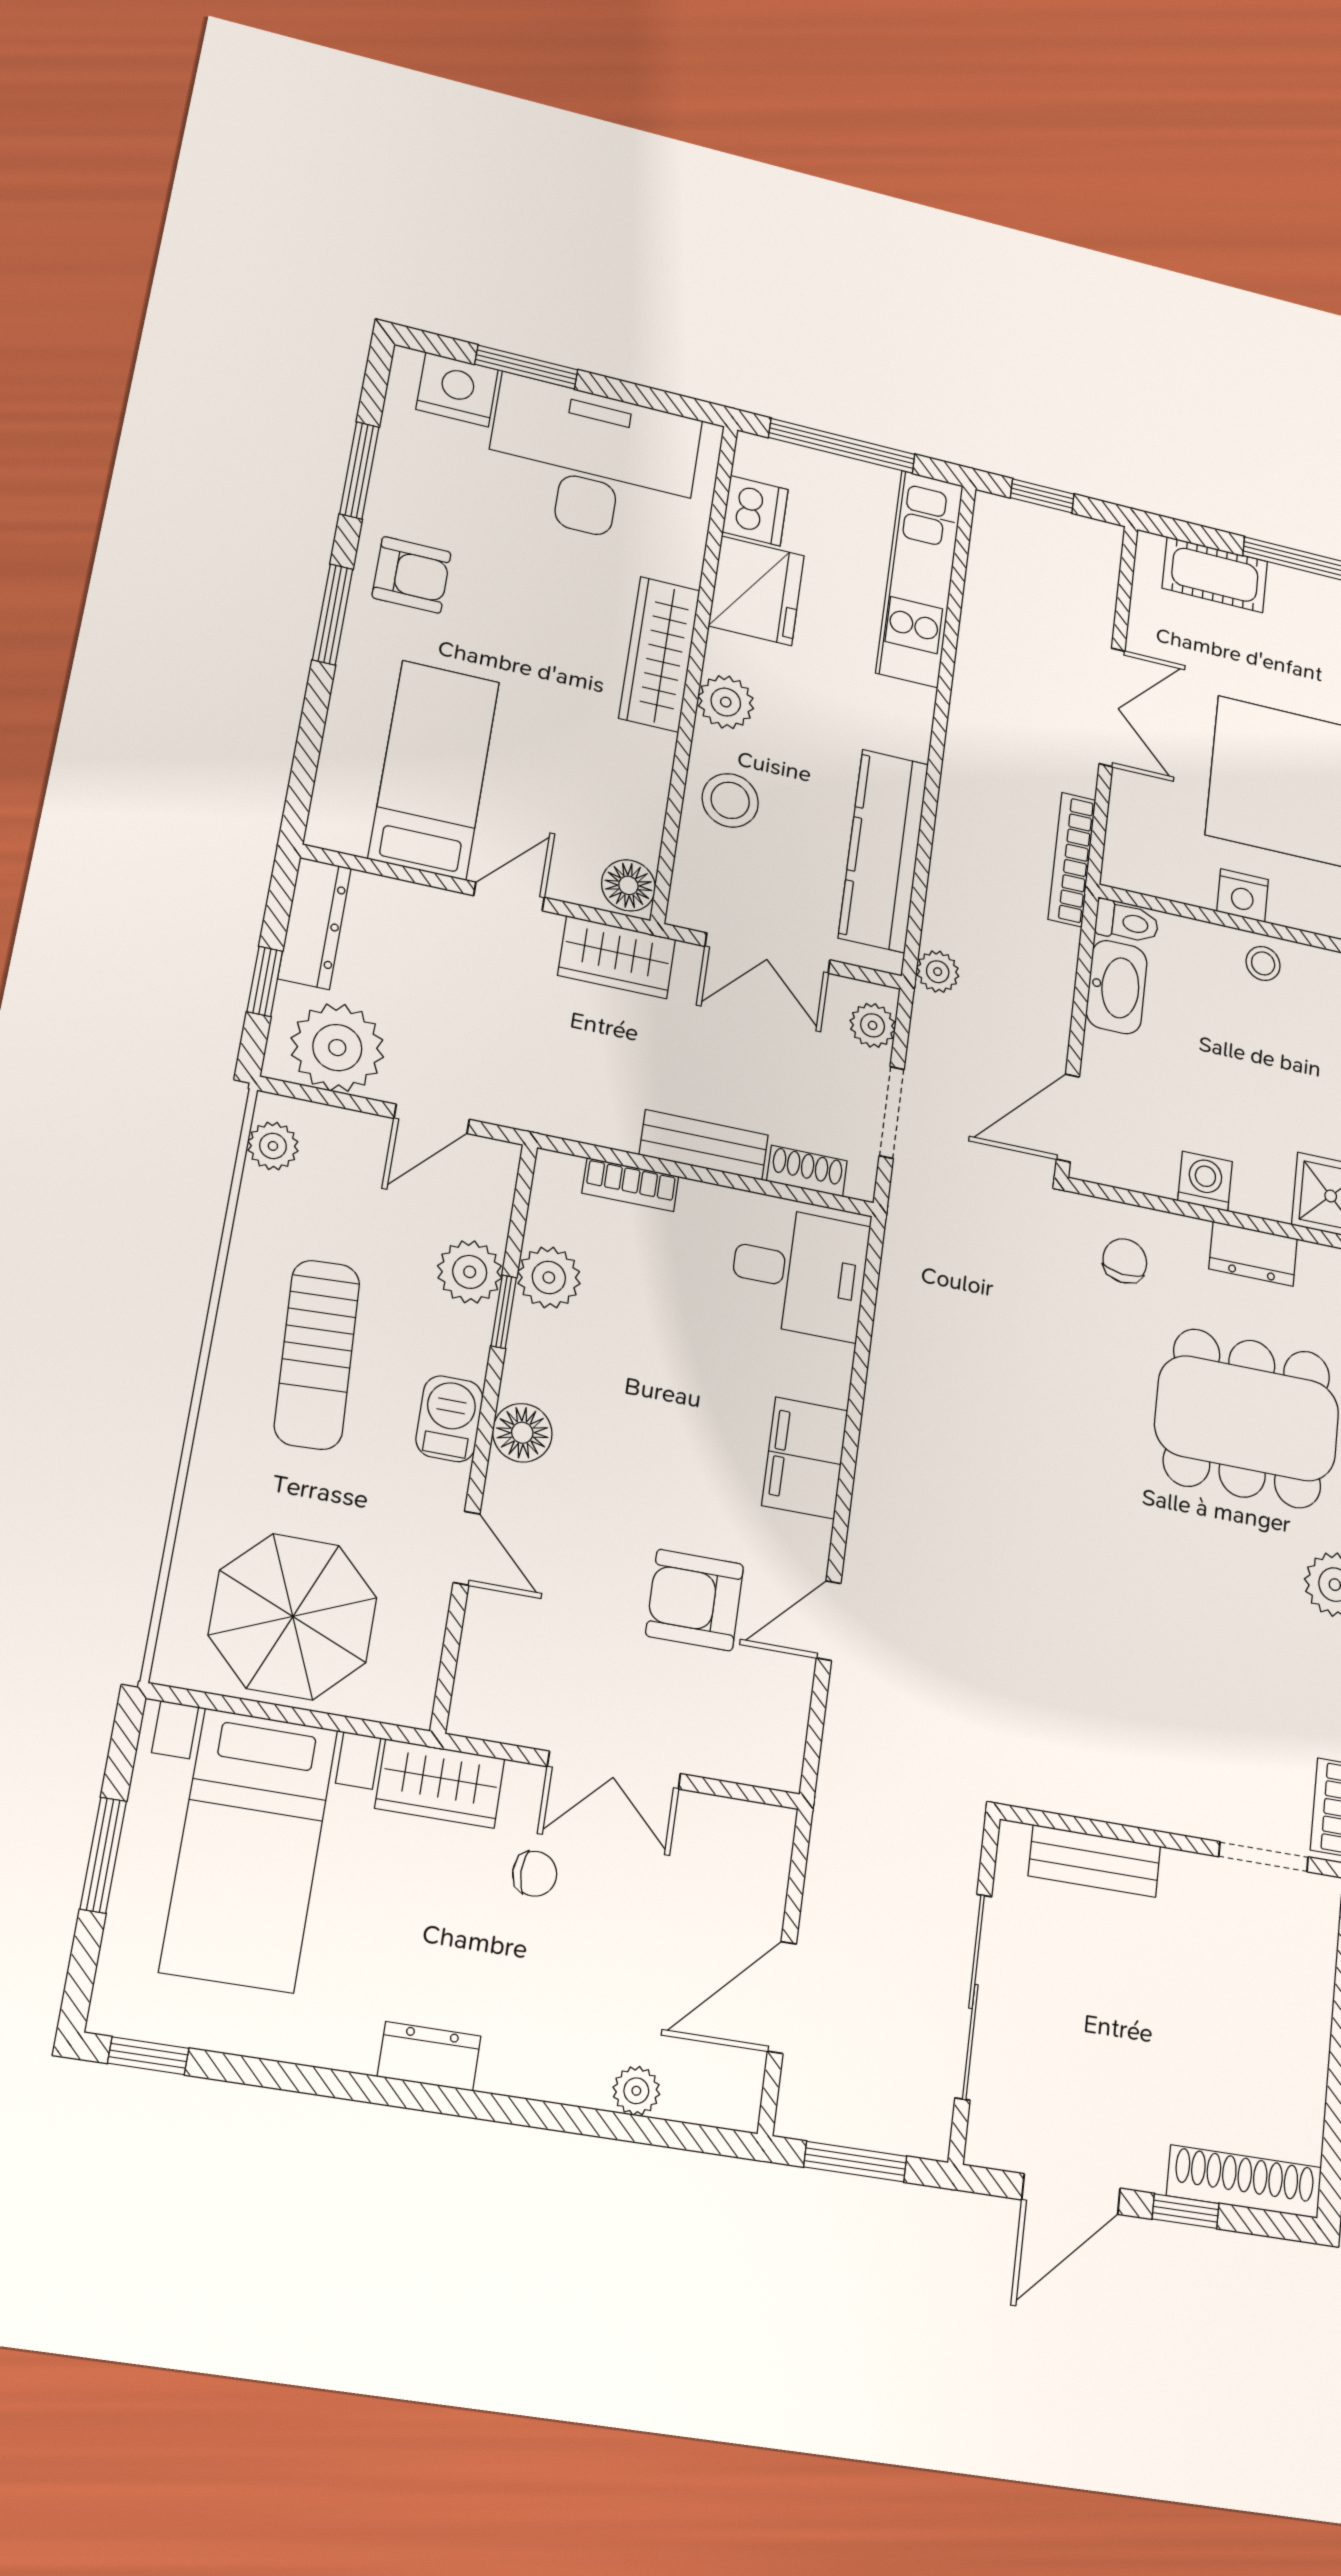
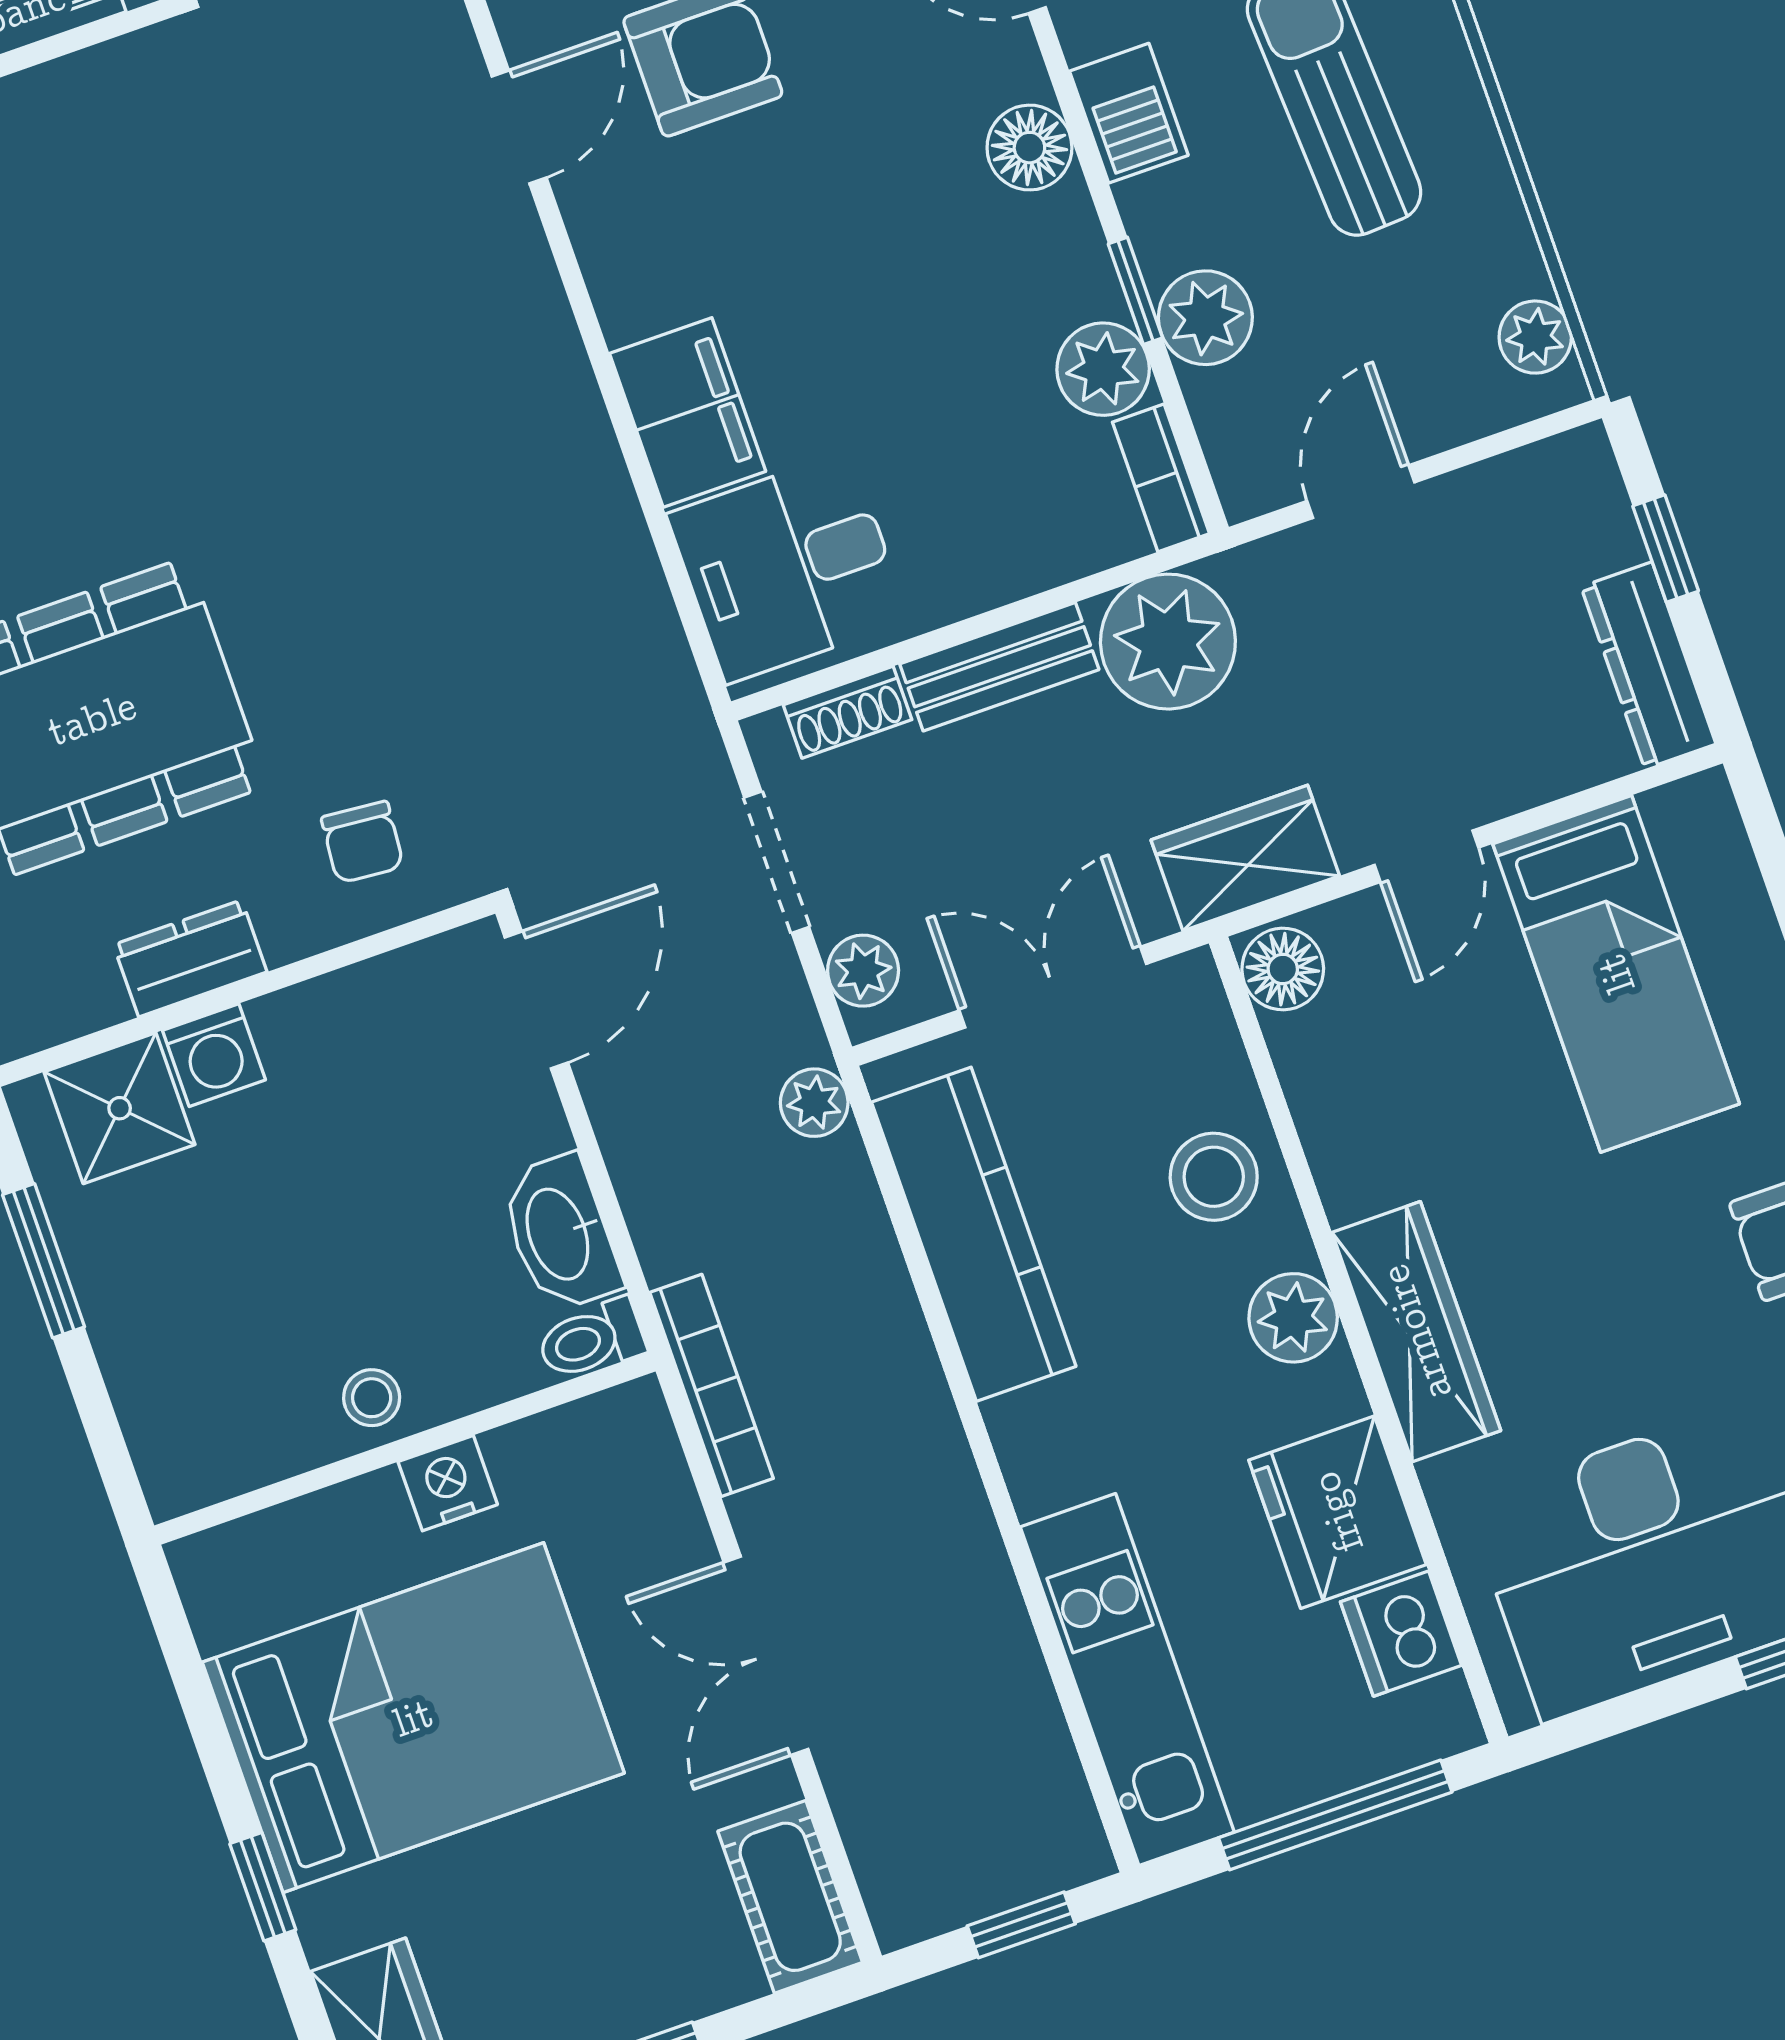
cot: (1215, 575) -> (790, 1897), moved, turned 90
plant: (337, 1048) -> (1168, 642), moved
washing machine: (1205, 1181) -> (214, 1055), moved
bookcase: (630, 1185) -> (1161, 478), moved, turned -90
filing cabinet: (805, 1458) -> (688, 412), moved

